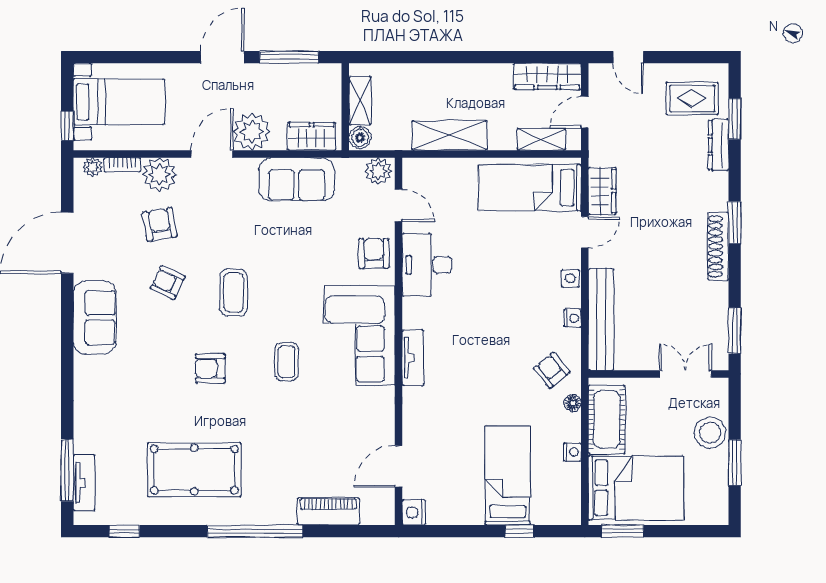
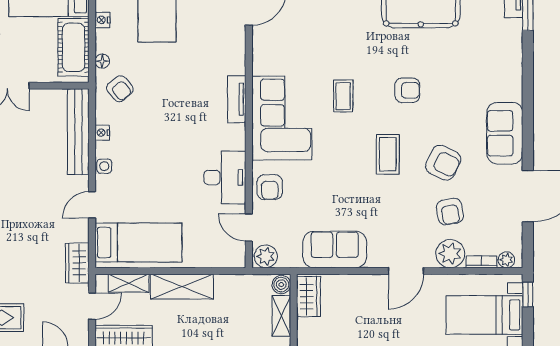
plant: (252, 132) -> (372, 290), removed
shelving: (450, 135) -> (182, 287), moved
wardrobe: (312, 136) -> (308, 297), moved, turned -90
wardrobe: (602, 191) -> (77, 263), moved
armchair: (168, 282) -> (443, 163), width x1.38, depth x1.38

